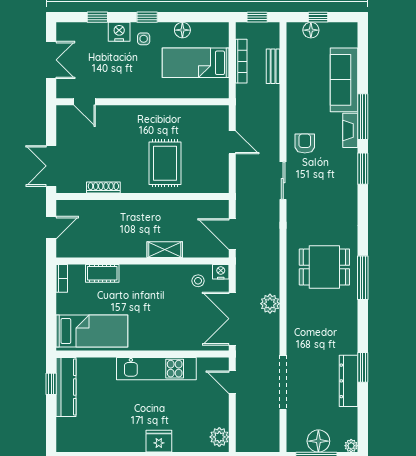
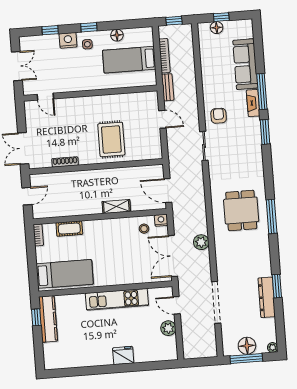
bench: (273, 66) -> (168, 87), moved
dining table: (324, 267) -> (241, 210), turned 90
plant: (219, 437) -> (168, 328), moved

